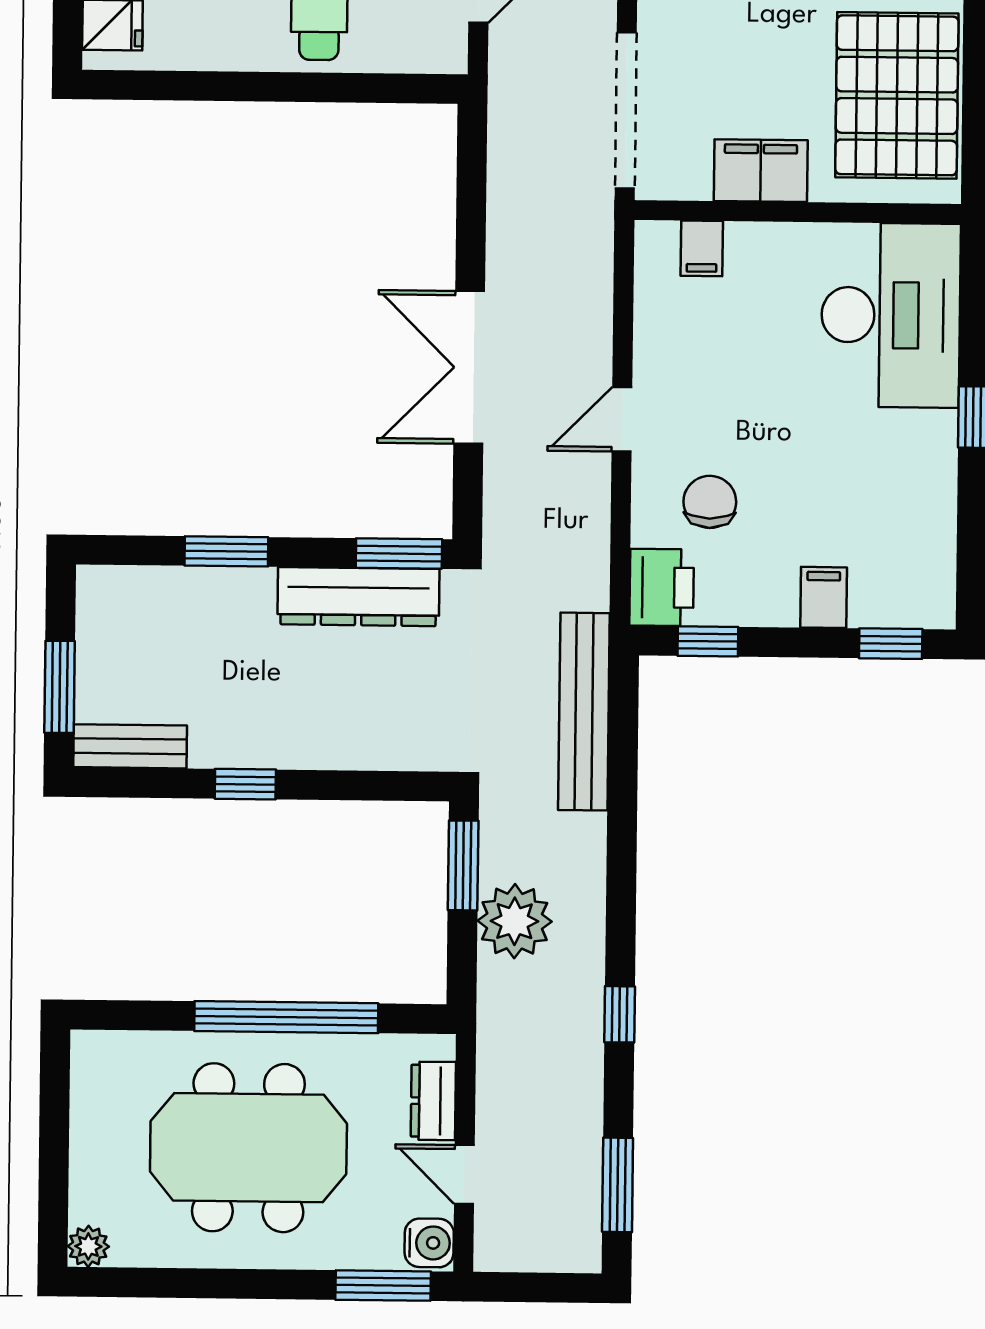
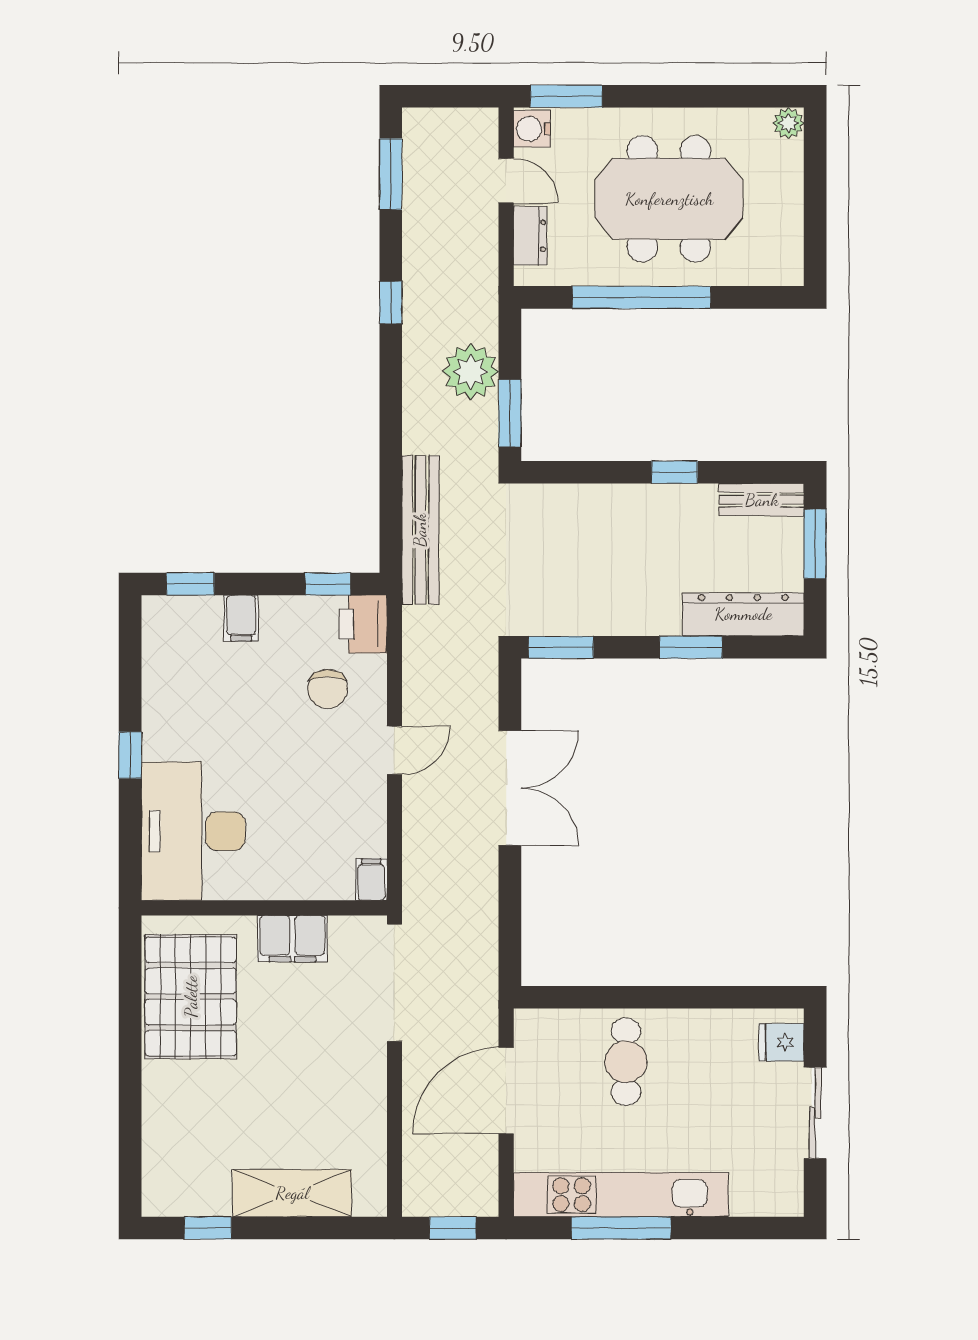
filing cabinet: (702, 248) -> (371, 880), moved
dresser: (358, 597) -> (743, 614), moved

